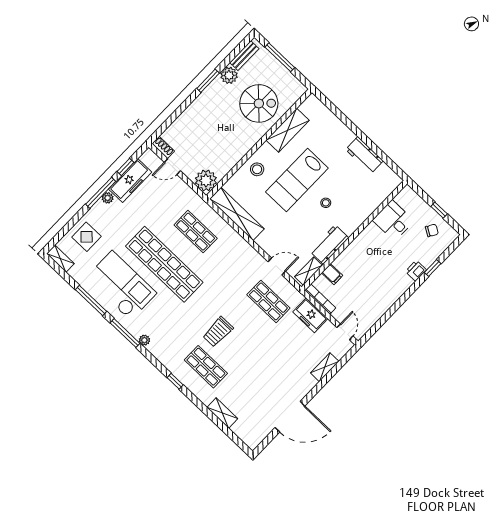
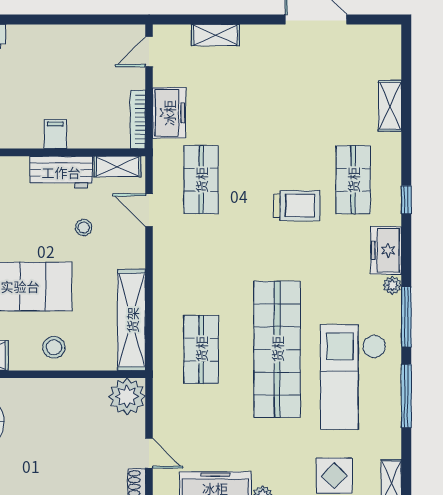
stool: (326, 203) -> (84, 227), moved
filing cabinet: (332, 274) -> (55, 134), moved
freezer: (162, 352) -> (386, 250), added

